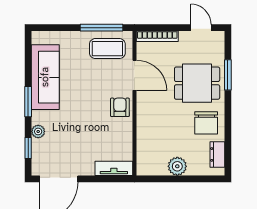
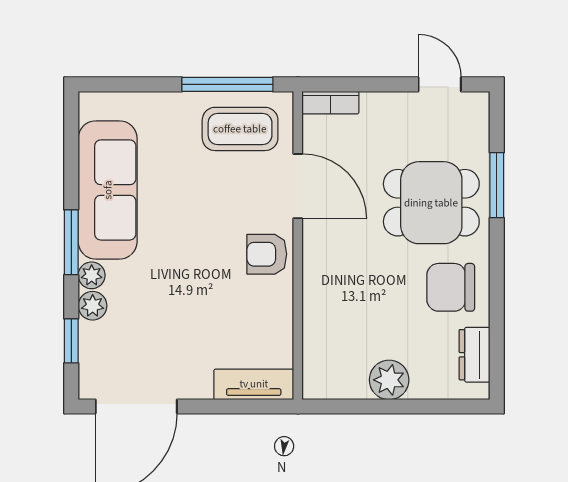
bookcase: (157, 36) -> (330, 103), width x0.64
armchair: (120, 107) -> (267, 254), turned -90
plant: (38, 117) -> (92, 275), added
chair: (206, 123) -> (451, 287), turned 90

